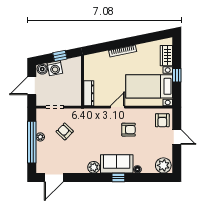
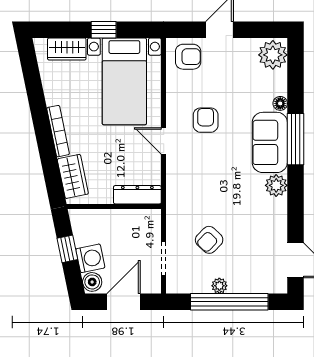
wardrobe: (98, 59) -> (73, 176), added
door: (32, 86) -> (123, 302), swing flipped
window: (118, 177) -> (295, 139), width x2.17

